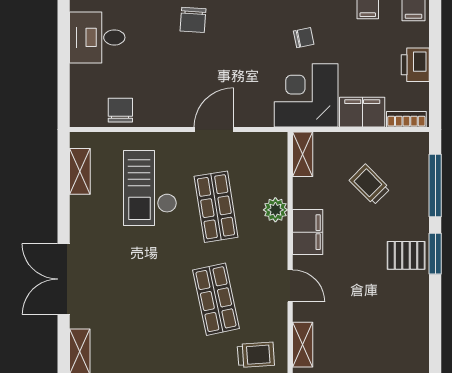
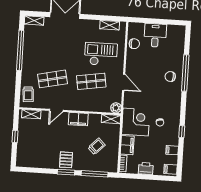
desk: (97, 37) -> (155, 35), moved
plant: (275, 210) -> (116, 108), moved

